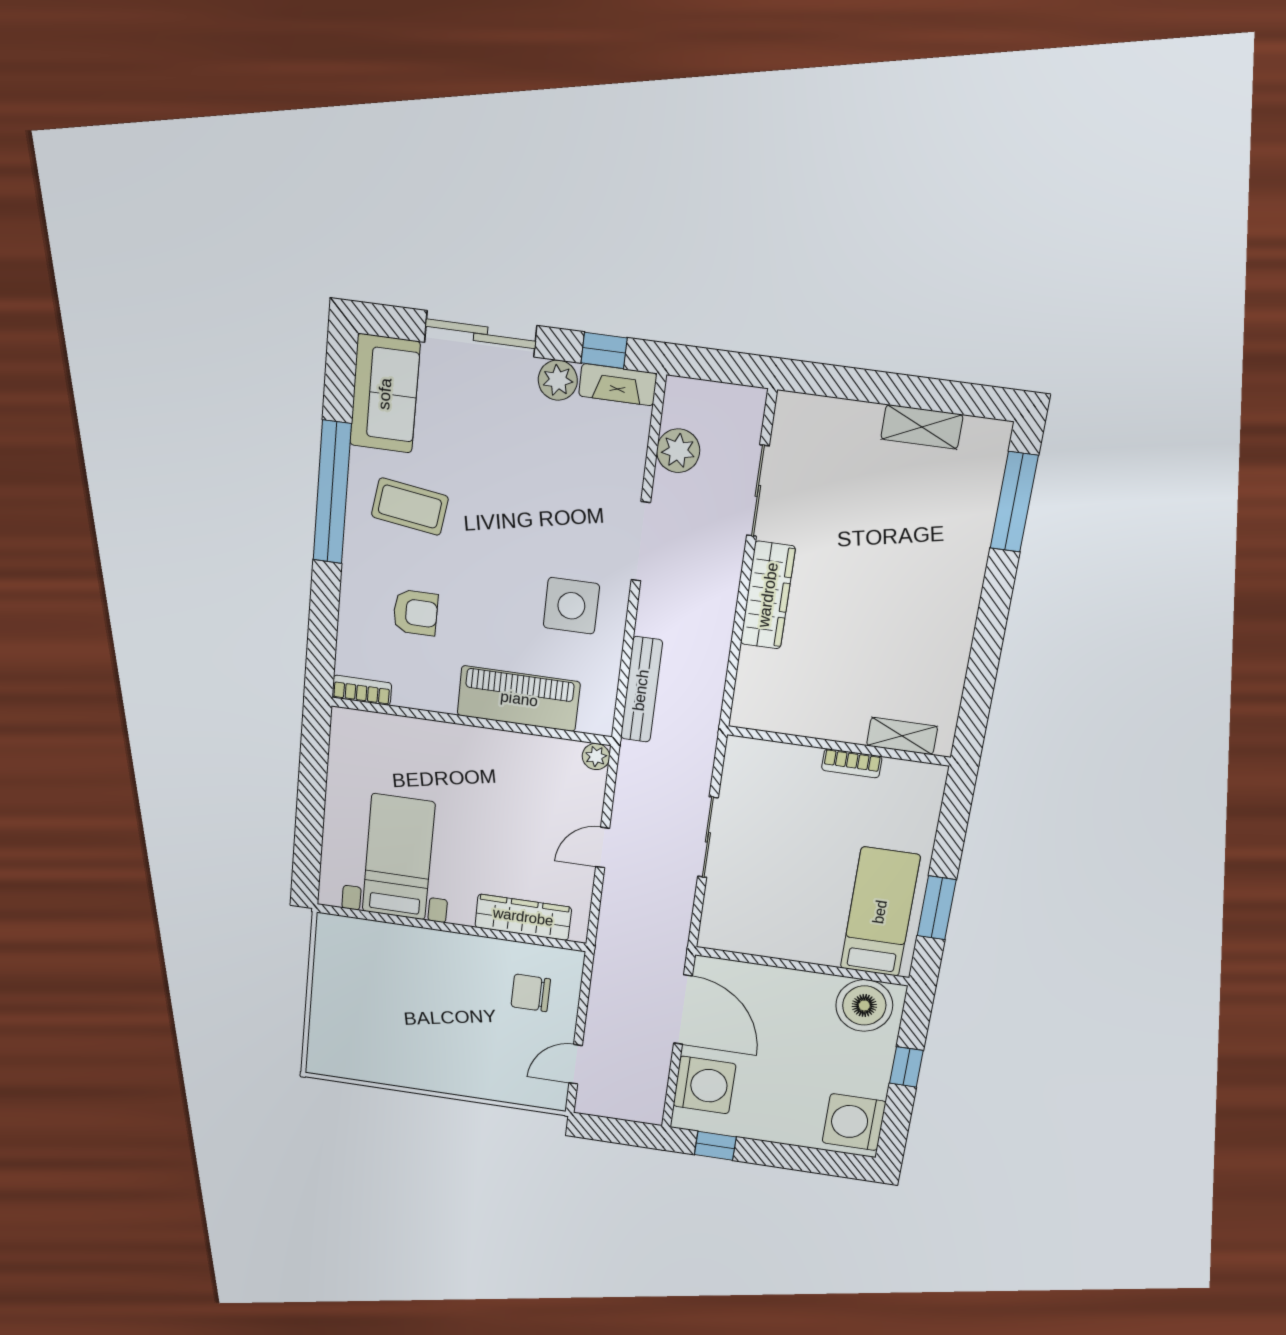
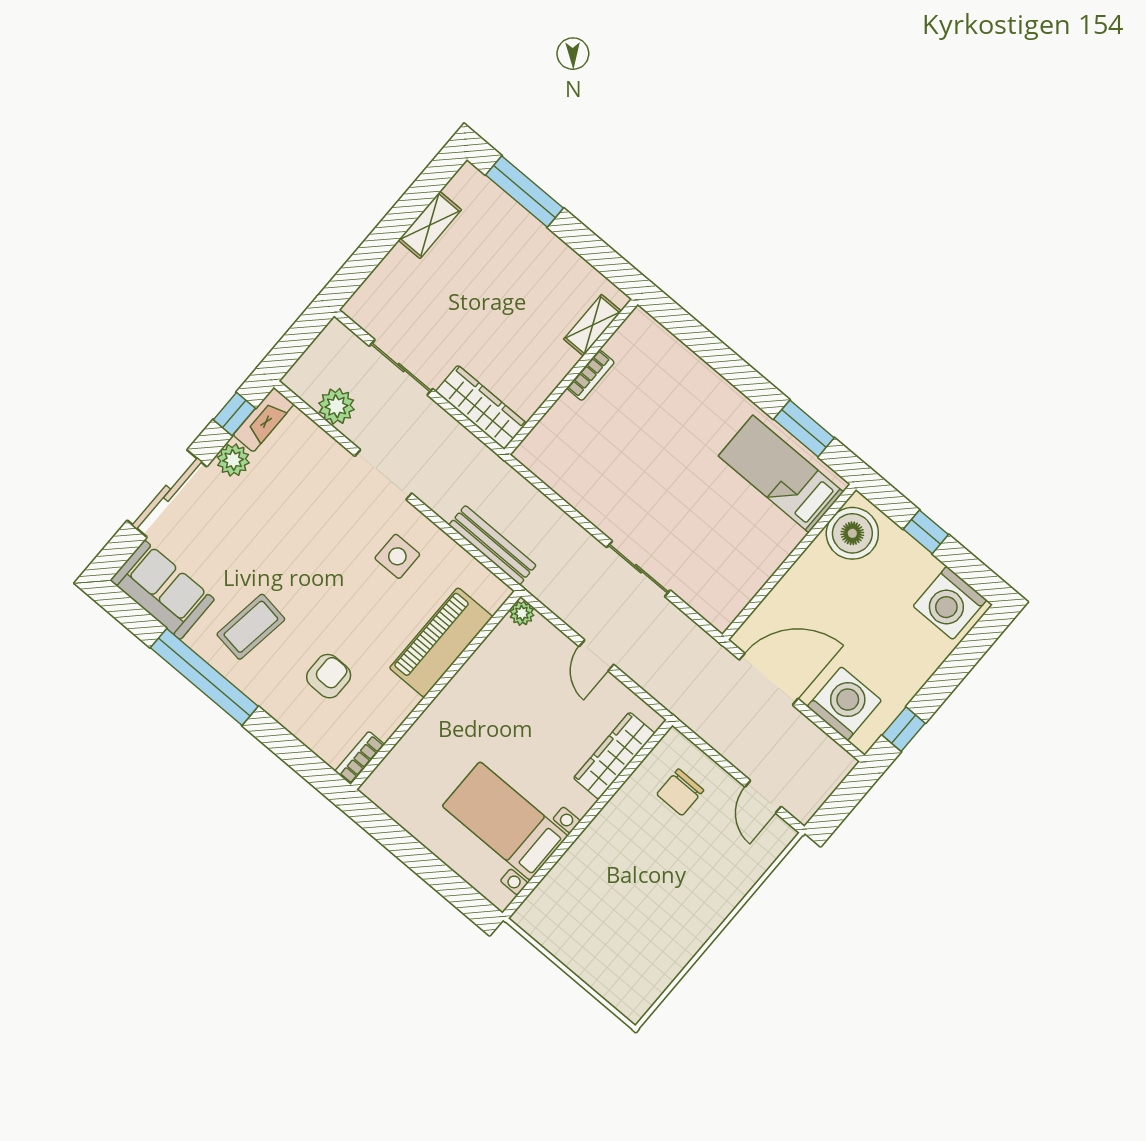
side table: (571, 606) -> (397, 556), width x0.73, depth x0.73
shelving: (902, 736) -> (593, 325), moved
wall: (839, 746) -> (571, 377), moved
bookcase: (852, 763) -> (591, 375), moved

